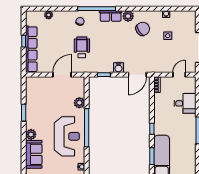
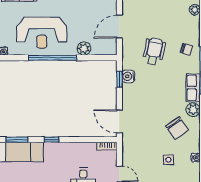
wheelchair: (82, 47) -> (154, 52), turned -78
water cooler: (118, 68) -> (128, 76), moved
door: (62, 75) -> (119, 27), swing flipped

